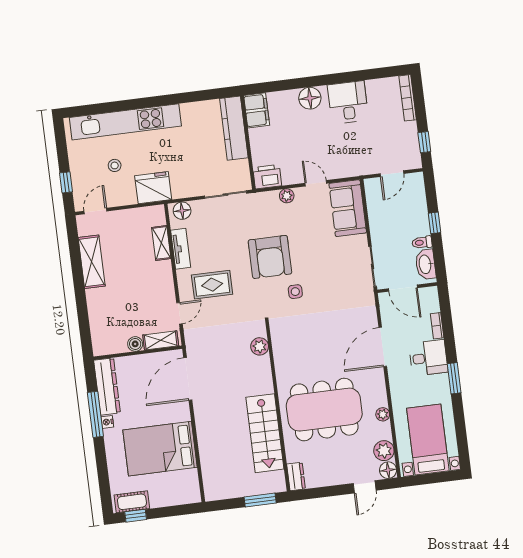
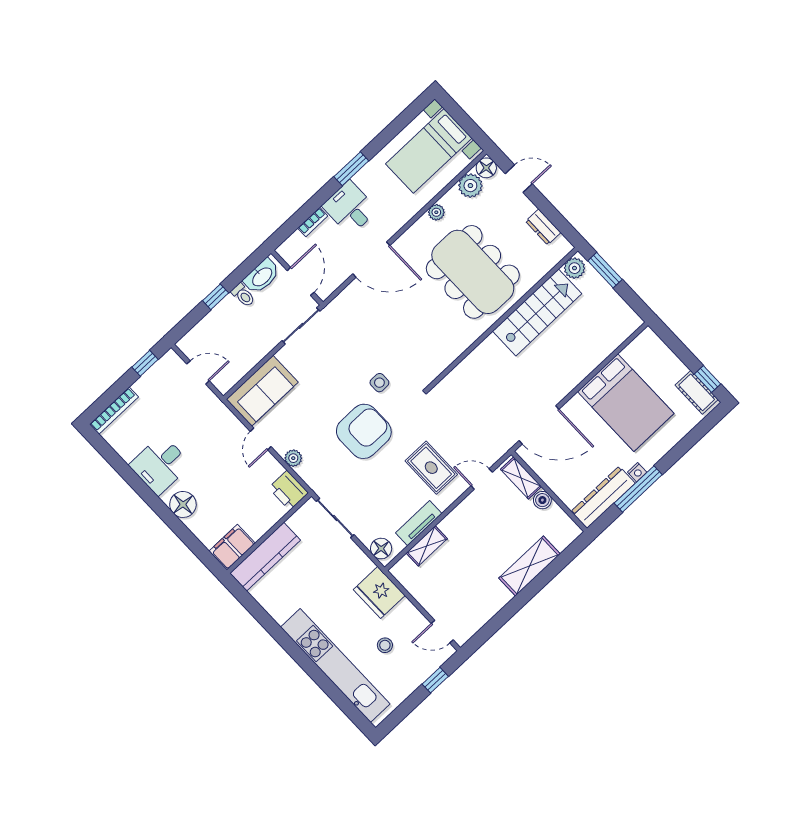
shelving: (92, 262) -> (529, 566), moved
plant: (260, 346) -> (575, 268), moved
dresser: (296, 476) -> (543, 227), moved, turned -90

